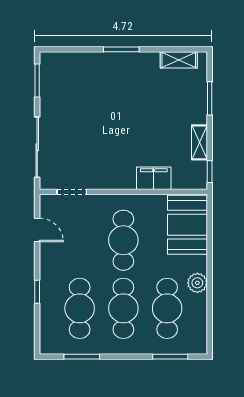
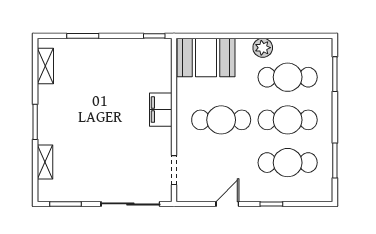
shelving: (199, 142) -> (45, 162), moved, turned 90
filing cabinet: (154, 178) -> (161, 110), moved
door: (37, 230) -> (227, 204), moved

